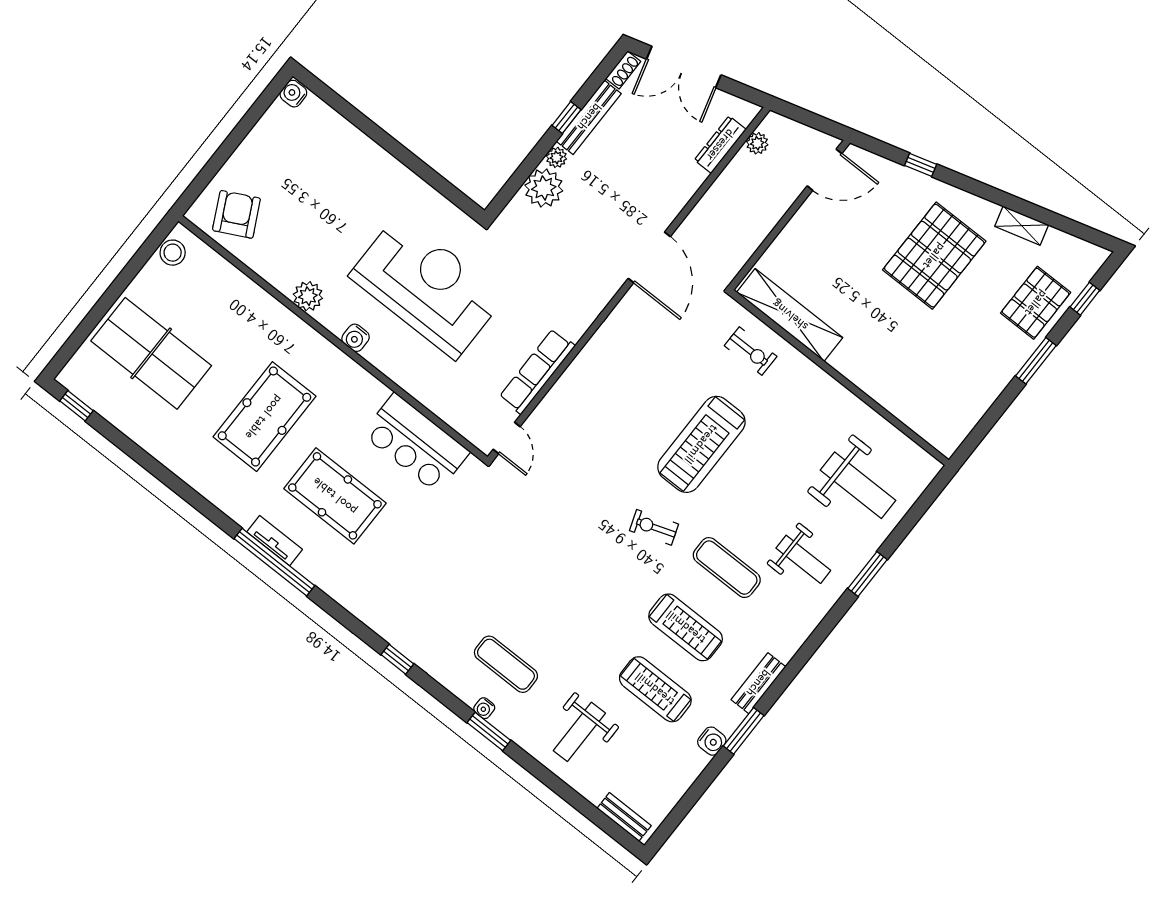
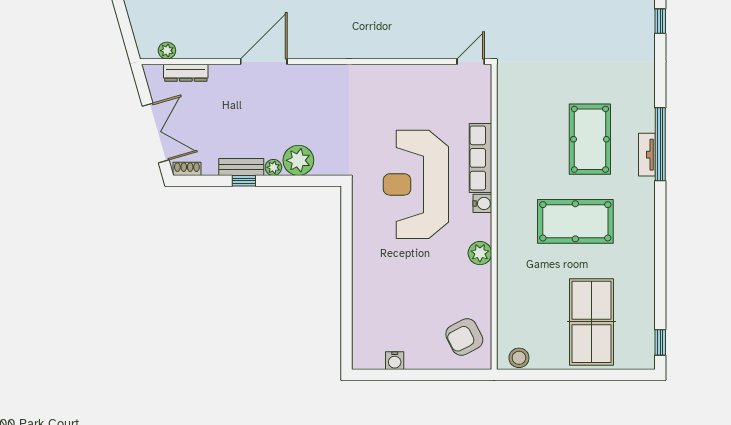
water cooler: (293, 94) -> (395, 361), moved
bench: (589, 117) -> (241, 167), width x0.73
door: (649, 257) -> (264, 62), moved
row of seats: (537, 371) -> (480, 158), moved, turned 90
bar counter: (416, 443) -> (518, 115), removed

